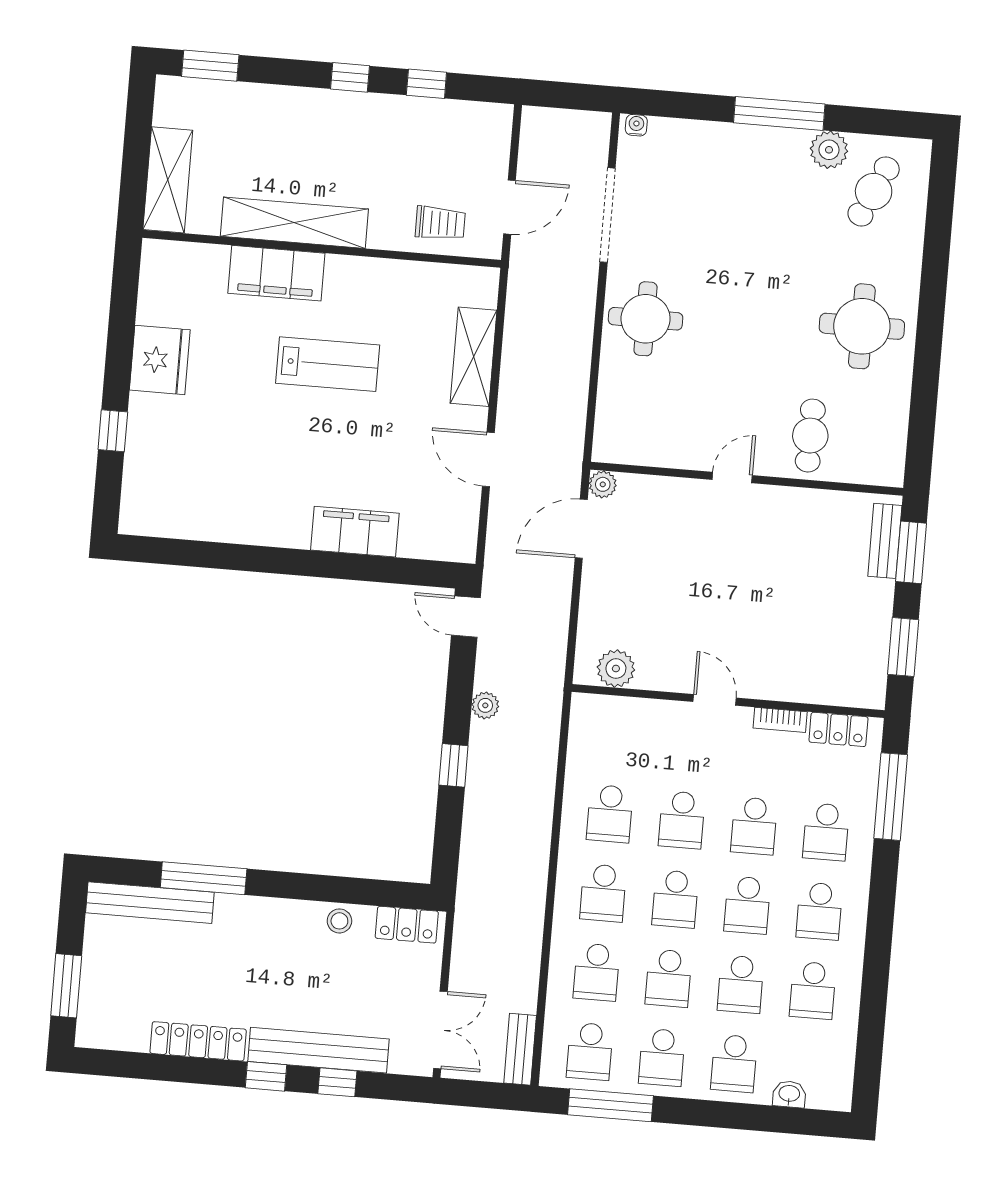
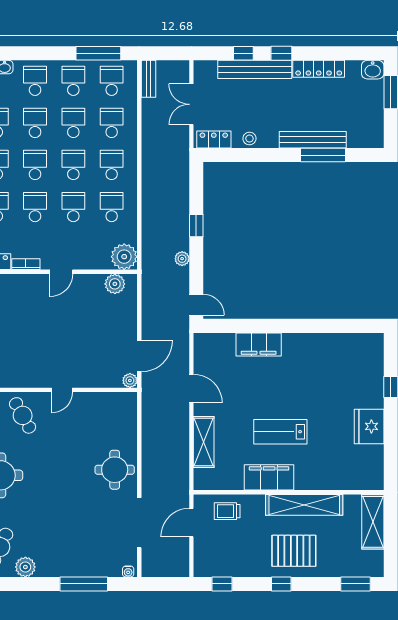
window: (426, 84) -> (222, 584), moved
window: (779, 113) -> (84, 584), moved
pallet: (321, 138) -> (294, 551), added
filing cabinet: (276, 273) -> (269, 477), moved
cafe table: (810, 436) -> (23, 415), turned -30
door: (715, 700) -> (61, 272), hinge flipped
plant: (594, 718) -> (124, 257), added
bench: (150, 903) -> (313, 140), moved
double door: (440, 1030) -> (191, 104), moved
washbasin: (97, 1031) -> (373, 70), added

